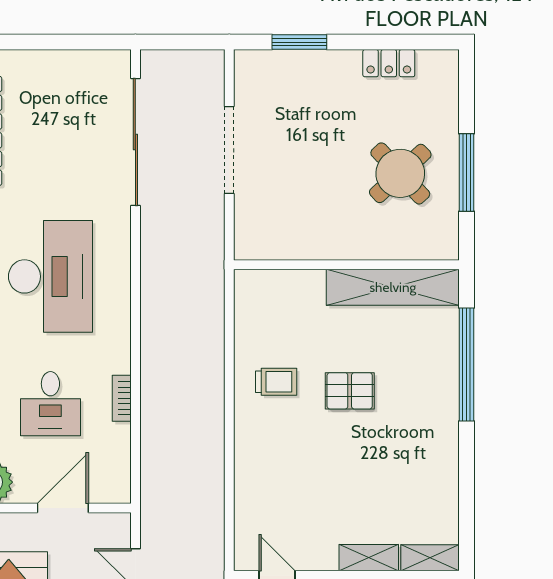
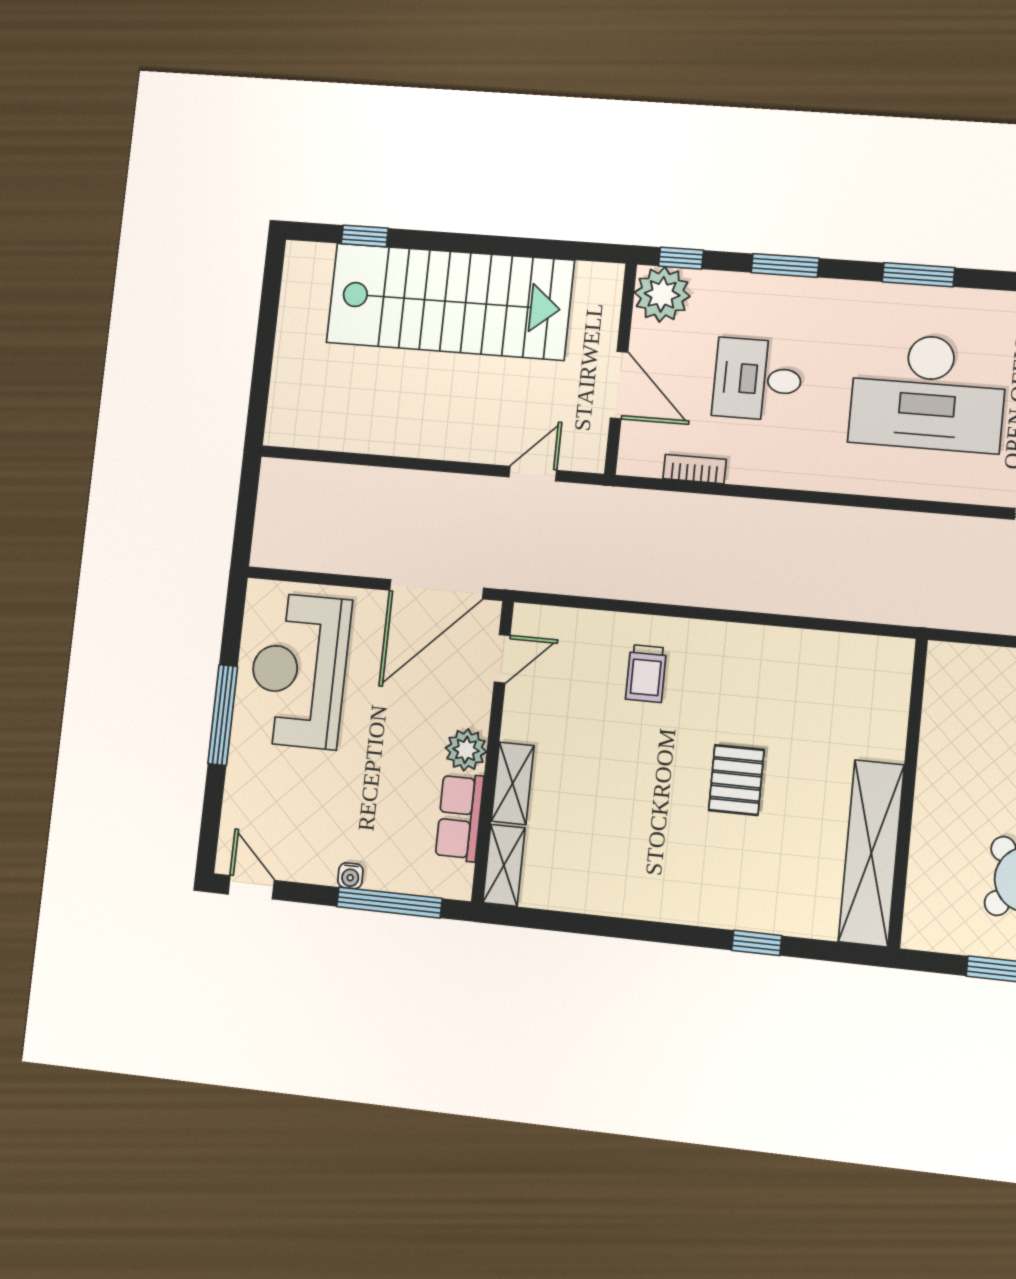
window: (467, 364) -> (757, 943), width x0.32
trolley: (276, 382) -> (646, 674), moved
bookcase: (122, 398) -> (695, 469), moved

